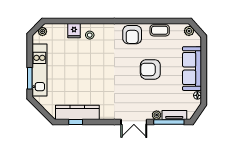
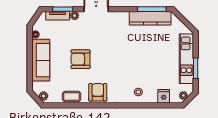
fridge: (74, 31) -> (164, 96), moved
armchair: (150, 69) -> (80, 59), turned 180
window: (30, 78) -> (196, 68), moved
window: (76, 122) -> (152, 9), width x2.17
window: (169, 122) -> (63, 9), width x0.69

